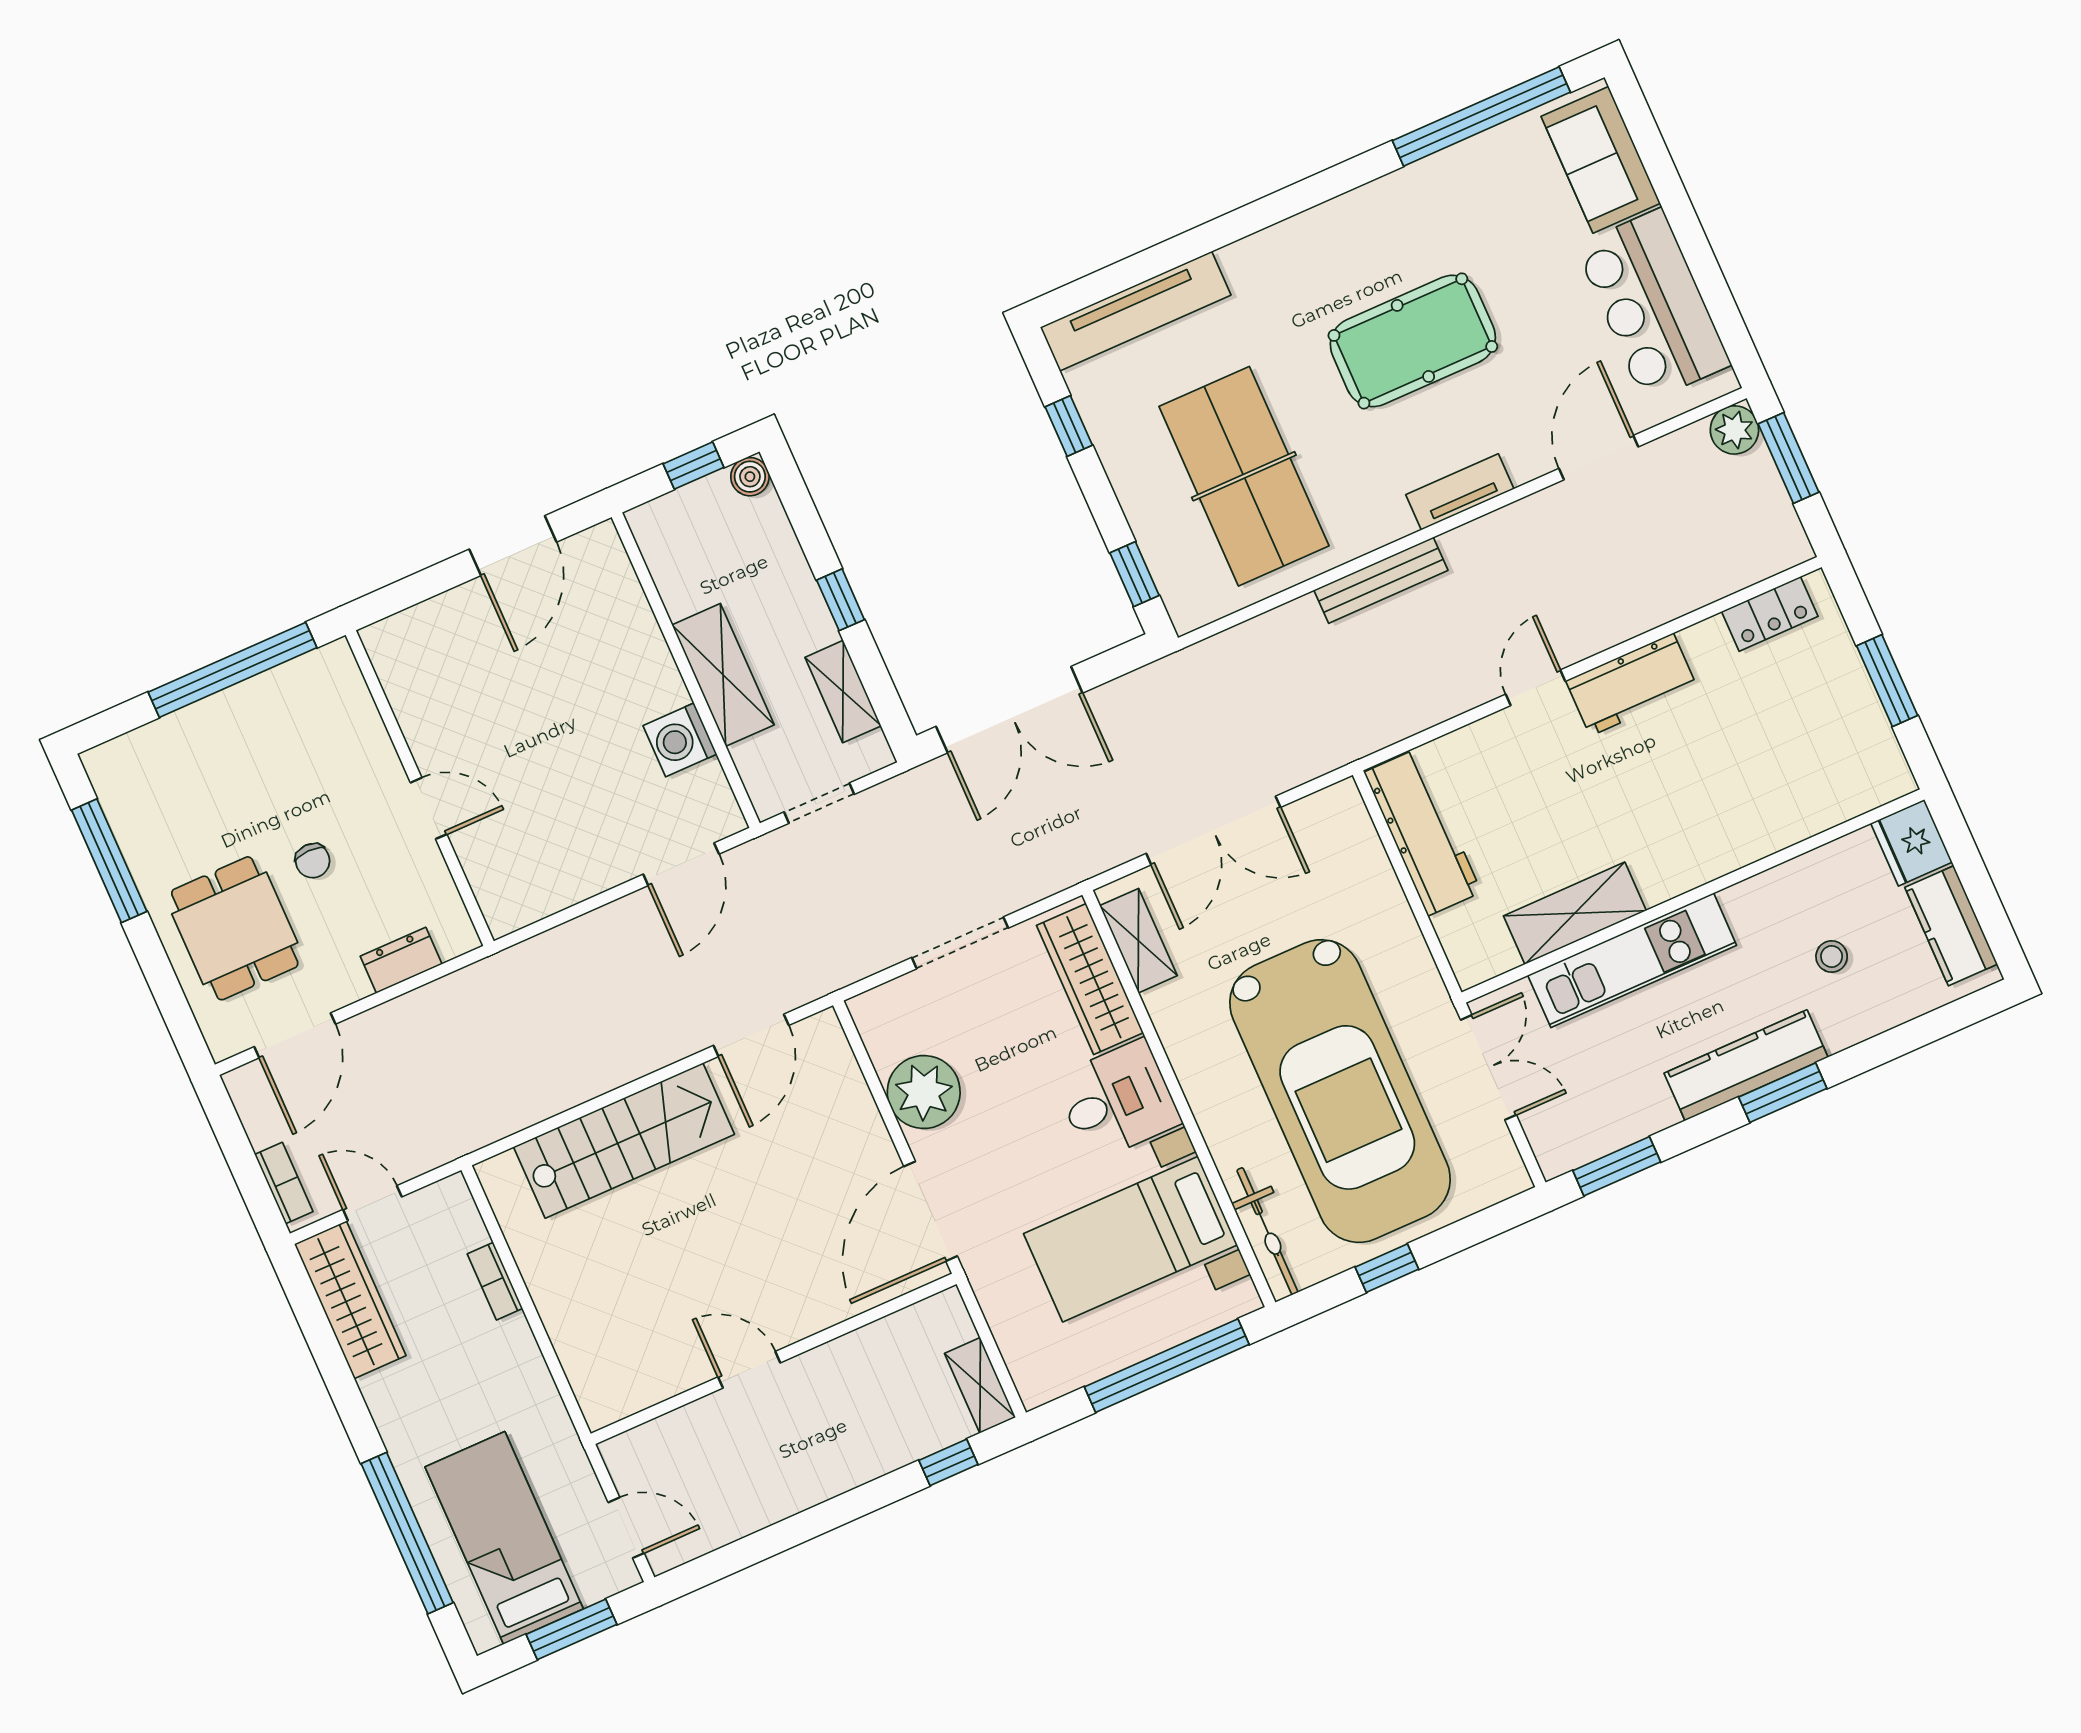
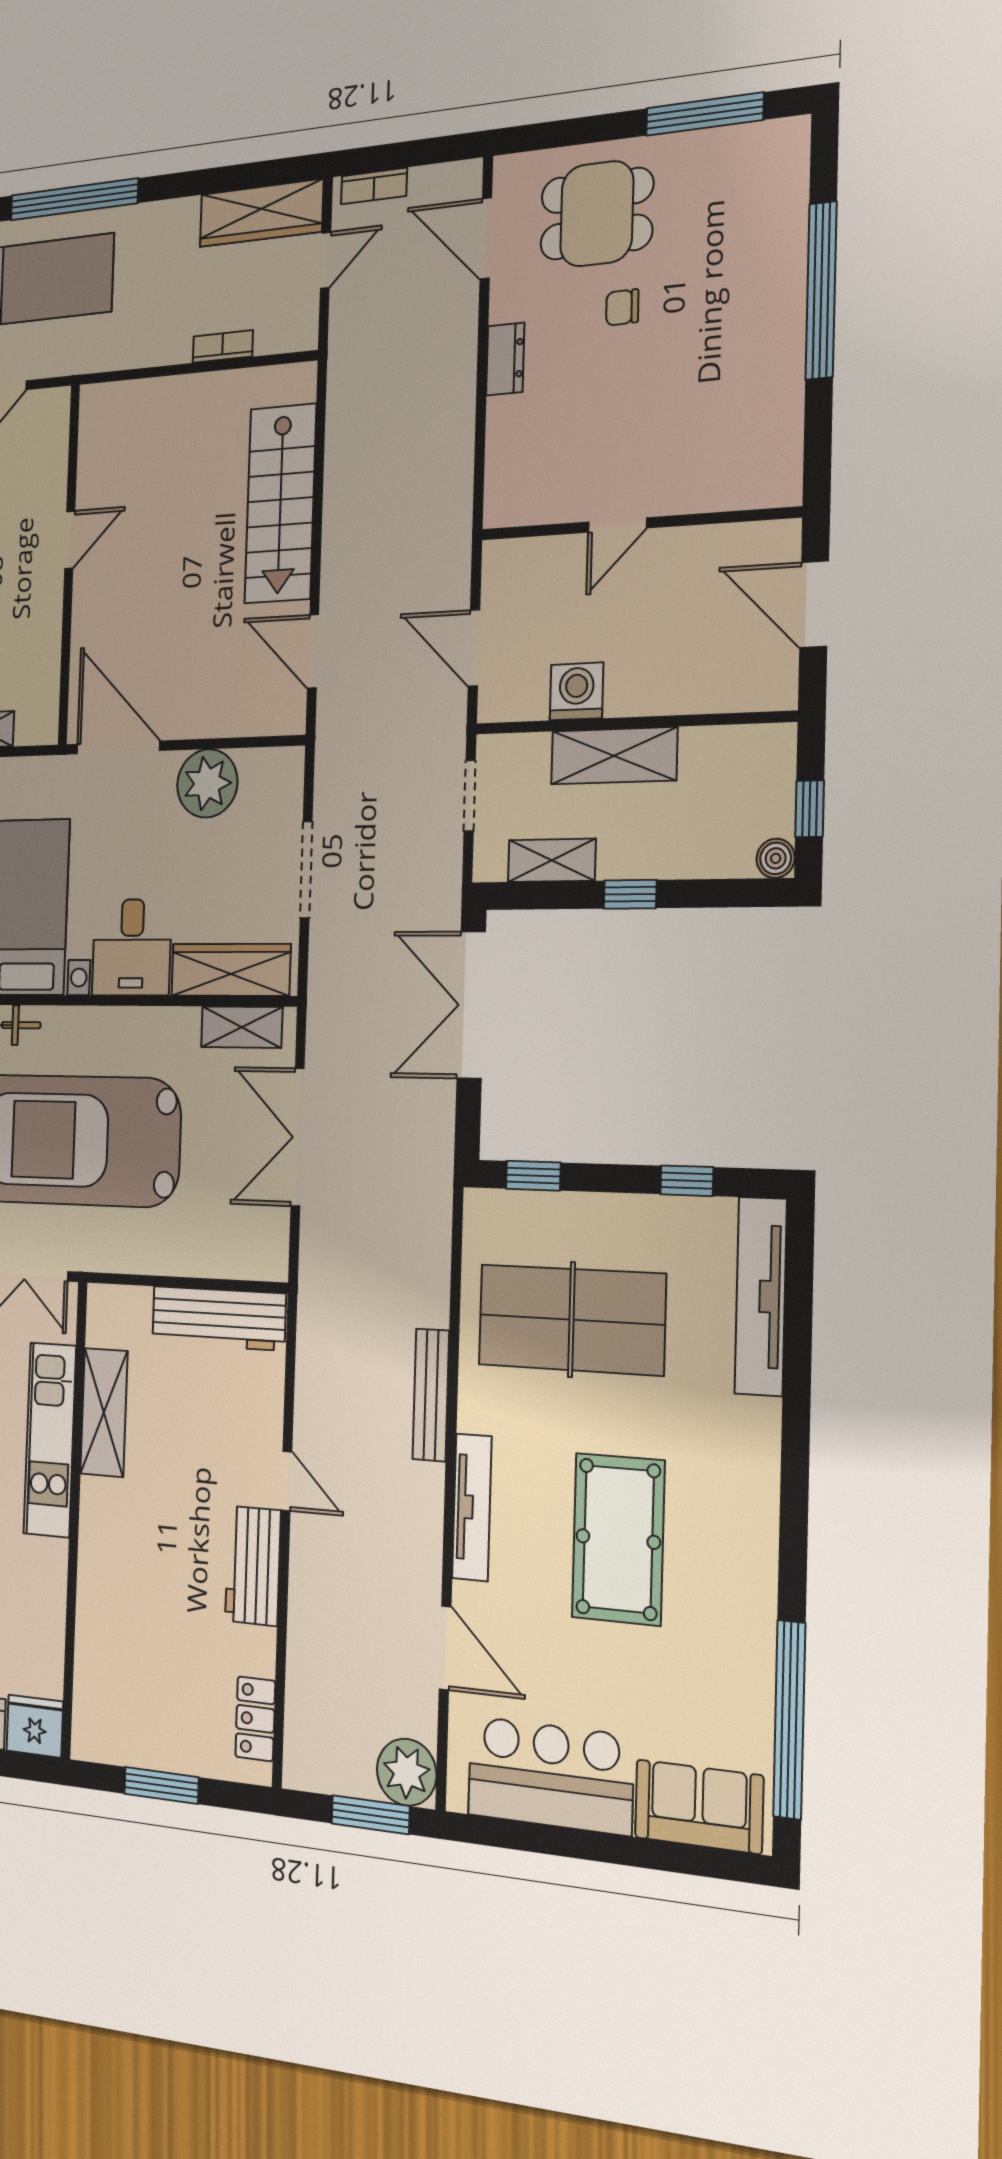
plant: (1734, 430) -> (407, 1772), width x1.36, depth x1.36
tv unit: (1460, 492) -> (472, 1507), width x1.41
wall: (420, 788) -> (638, 524), moved
door: (429, 808) -> (617, 525), moved

